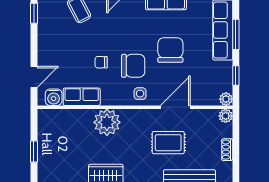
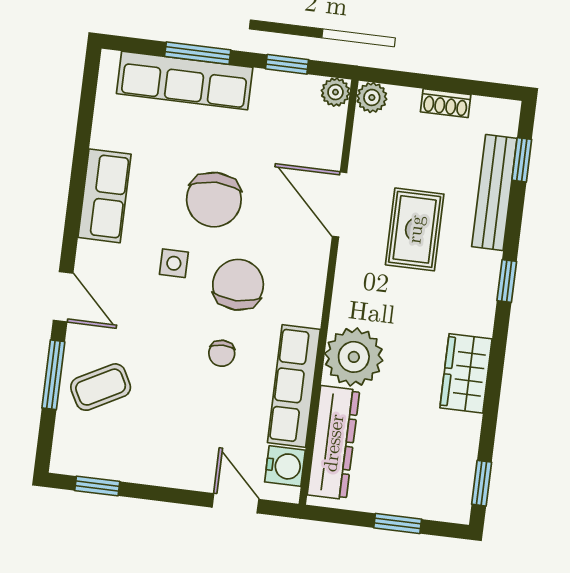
chair: (170, 50) -> (214, 200), turned -90
side table: (140, 94) -> (174, 263), moved
row of seats: (82, 97) -> (294, 386), width x1.48
dresser: (67, 118) -> (333, 443), added

